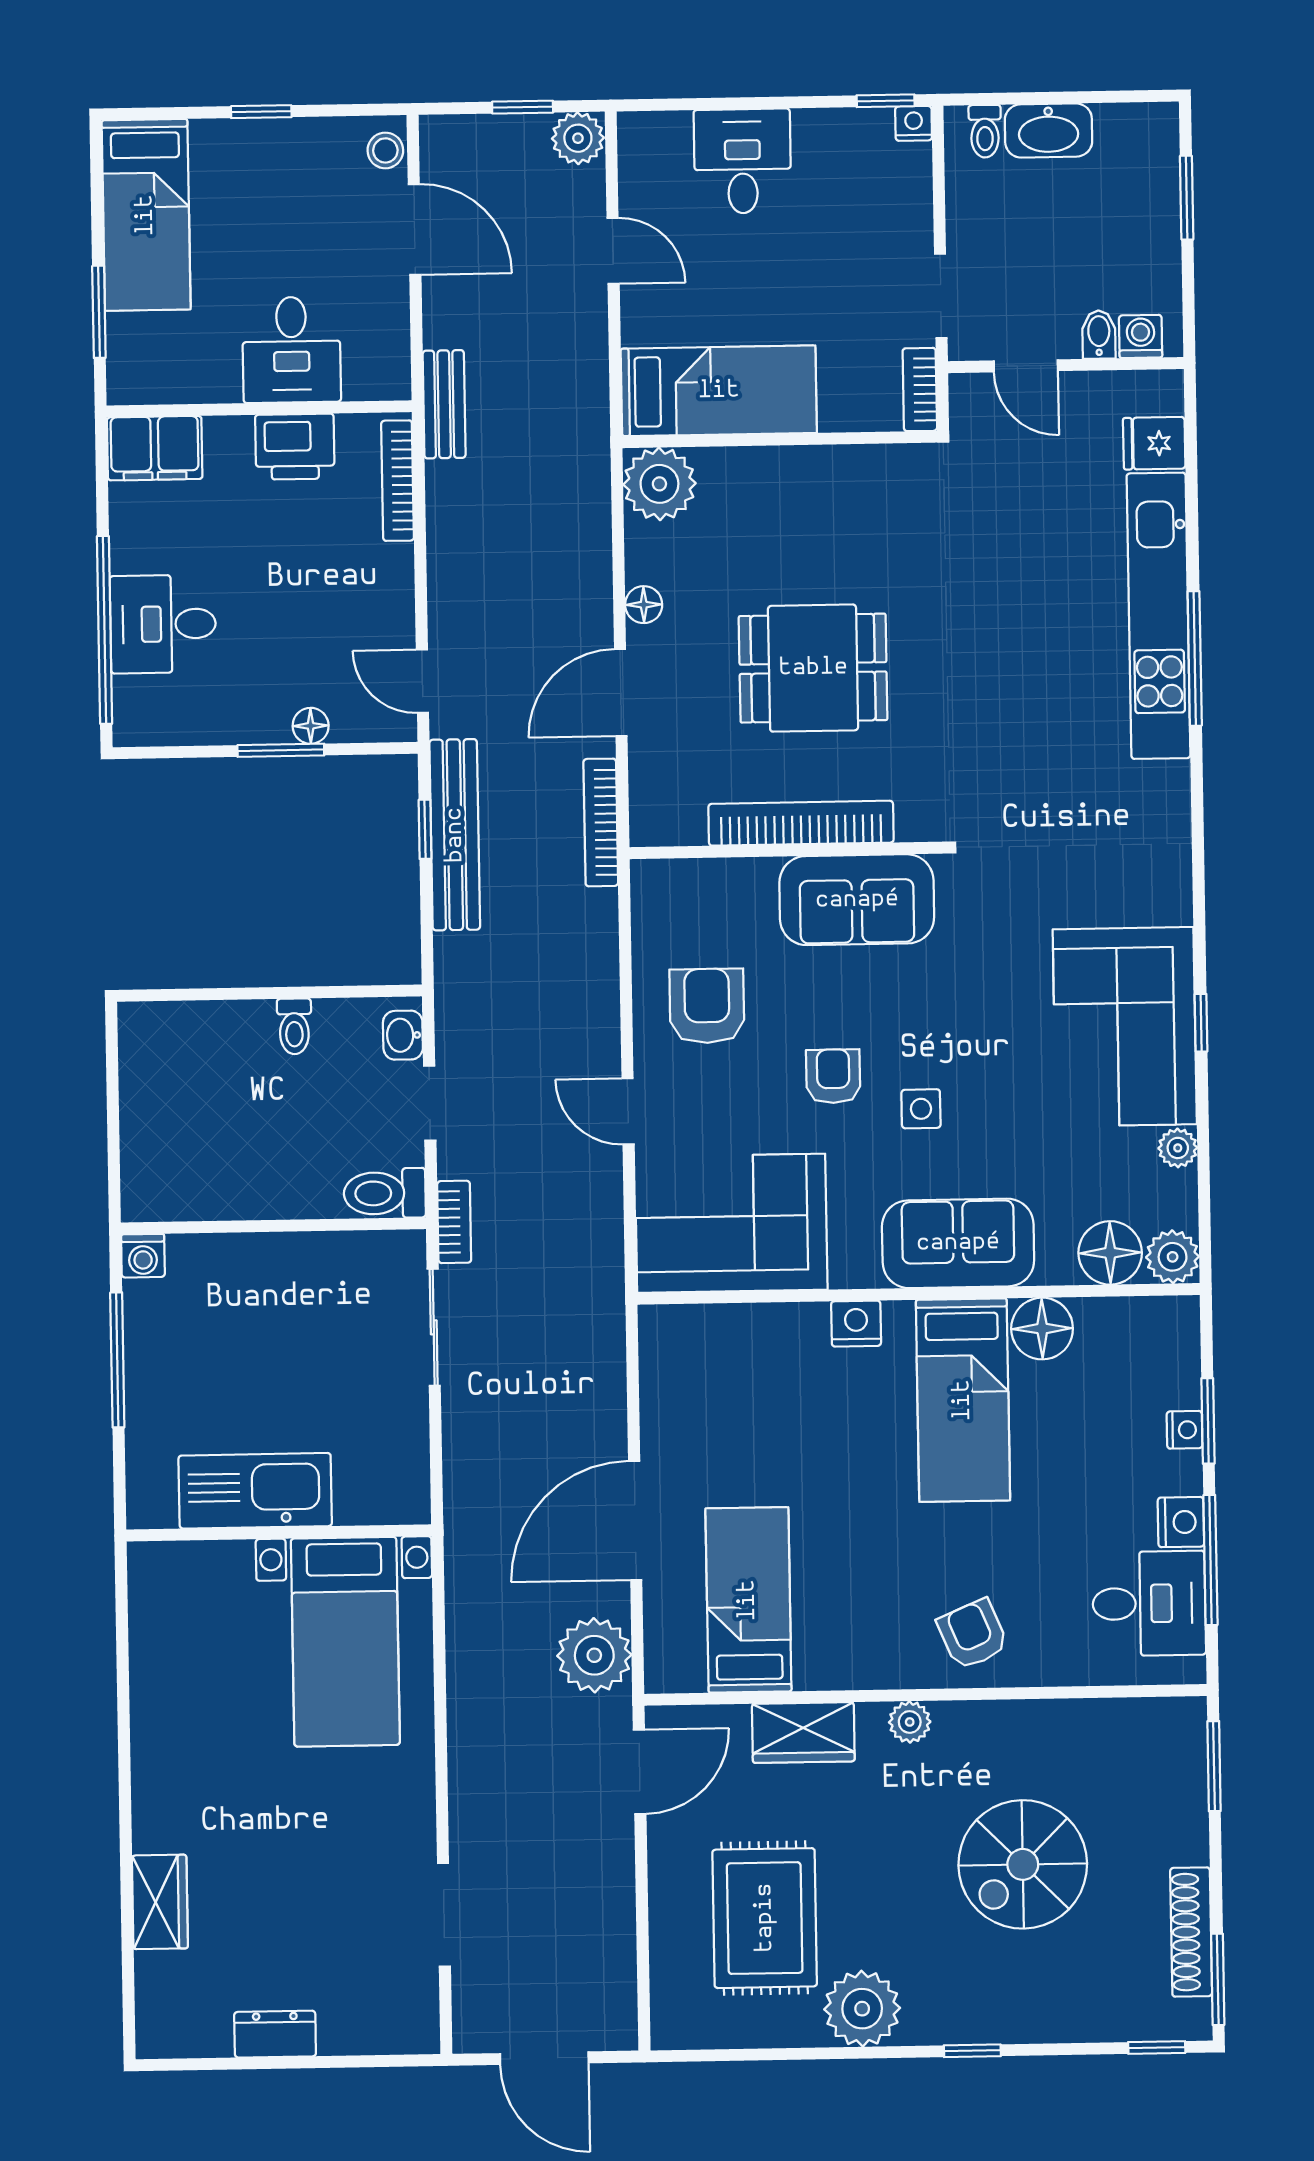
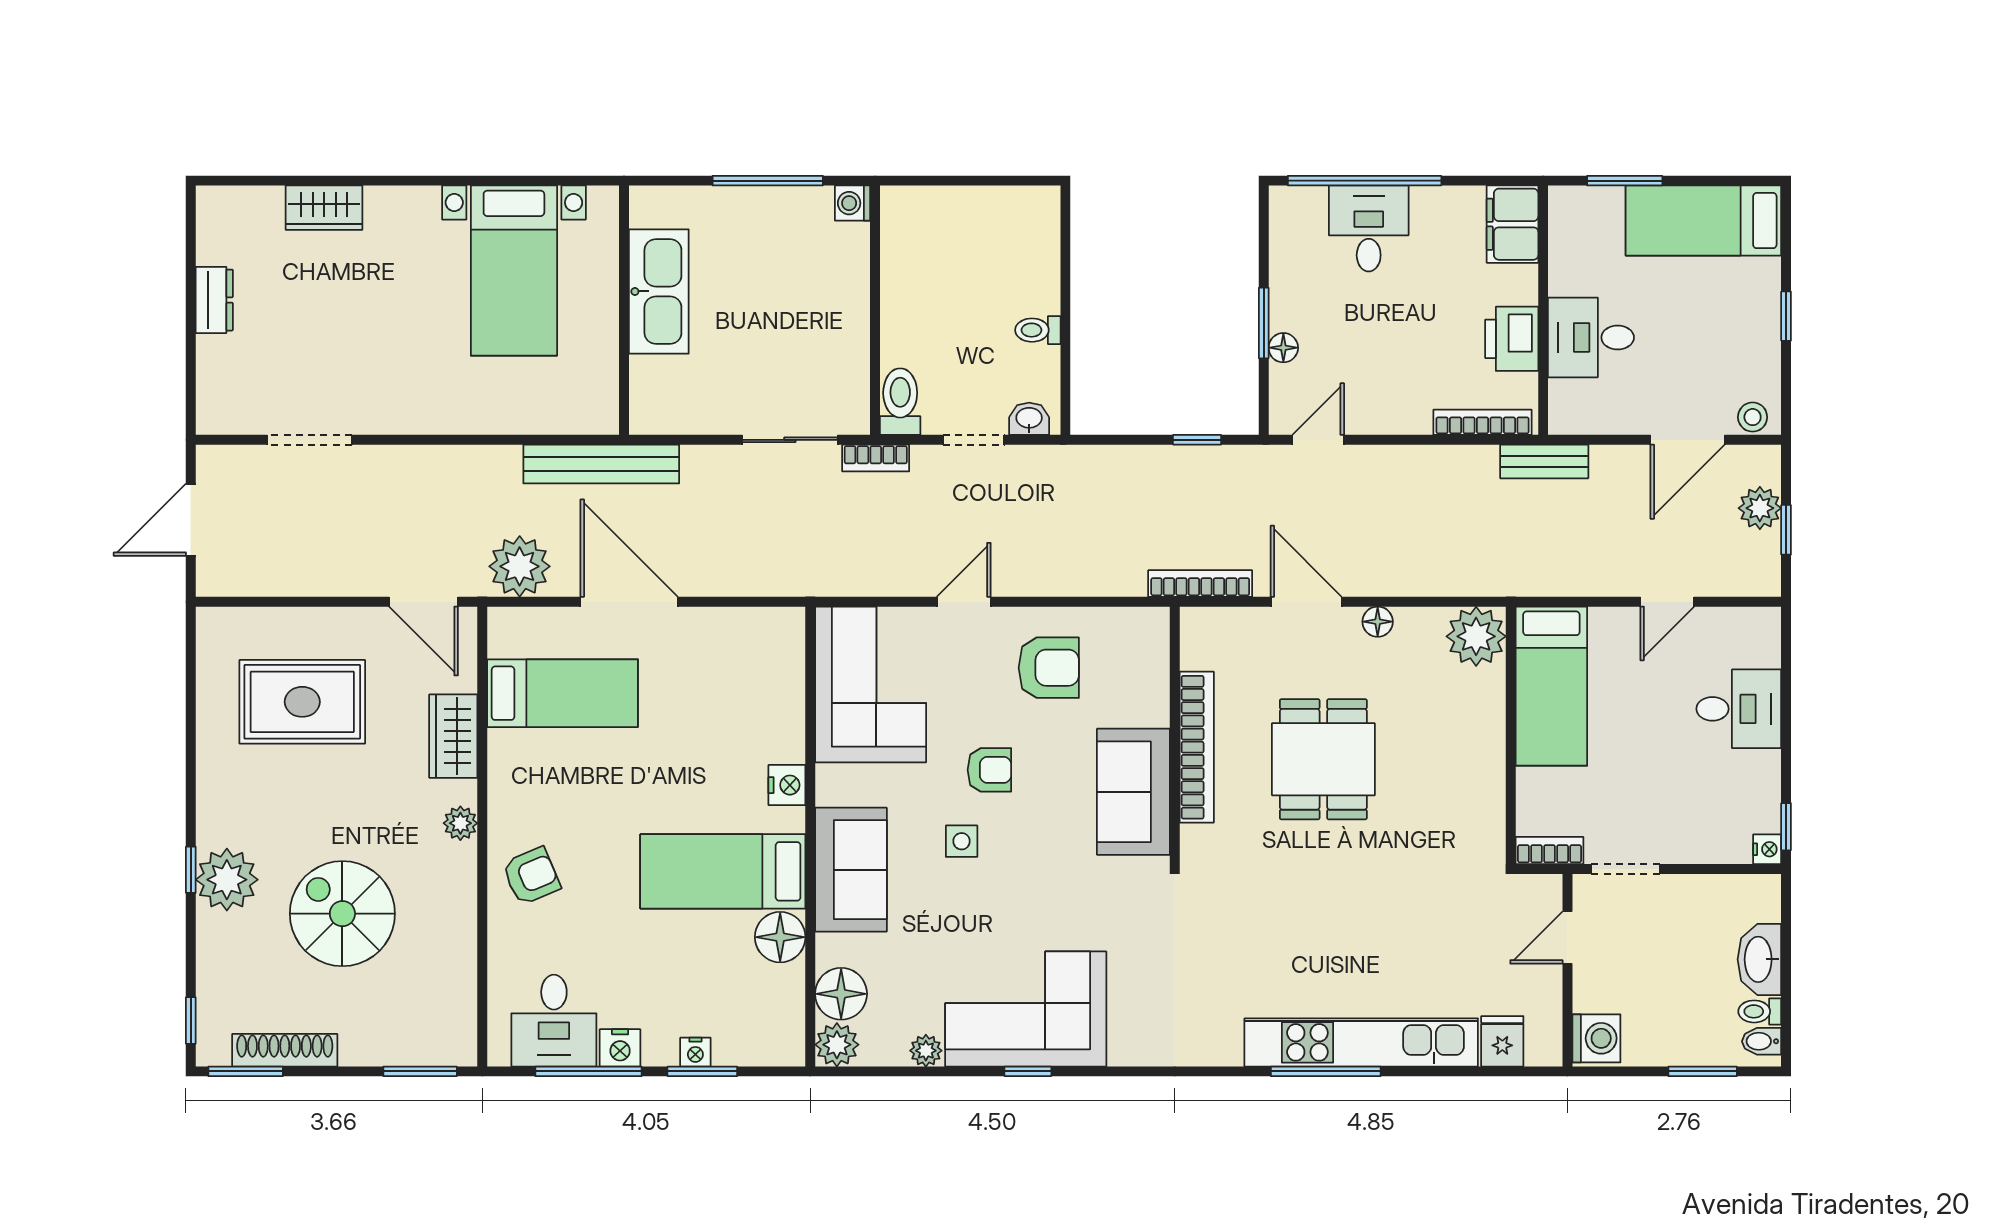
toilet: (985, 131) -> (1760, 1011), moved
plant: (578, 138) -> (1760, 508), moved
bidet: (1099, 334) -> (1762, 1041), moved, turned 180
washing machine: (1141, 336) -> (1596, 1038), width x1.38, depth x1.38
bench: (455, 835) -> (601, 464), moved
bed with nightstands: (345, 1642) -> (514, 271), moved, turned -90
plant: (862, 2009) -> (227, 880), moved

